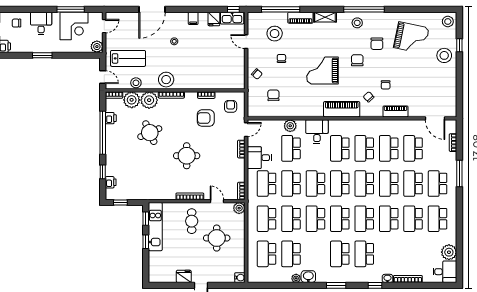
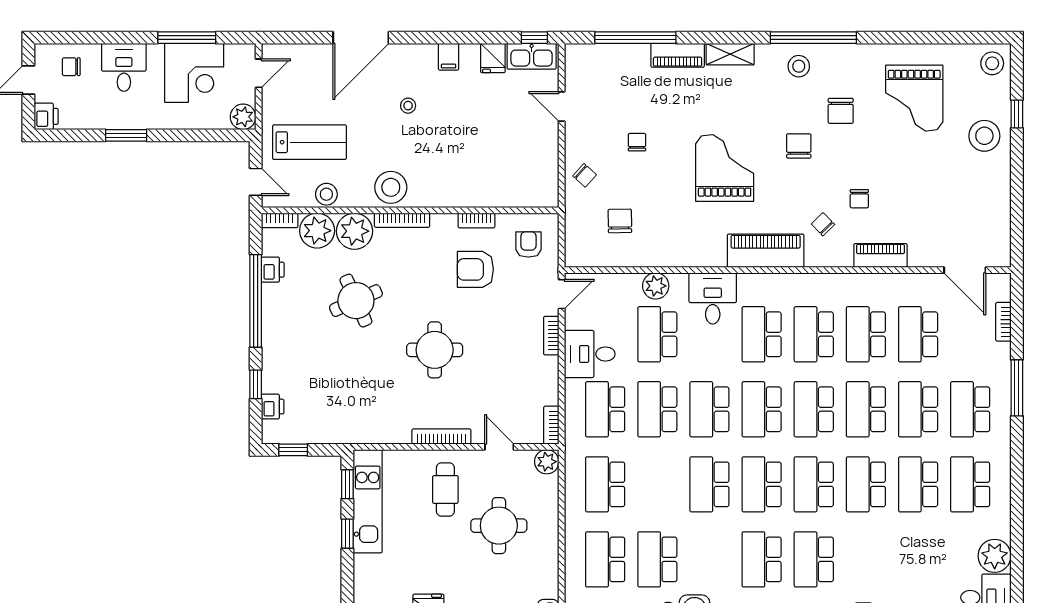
stool: (275, 34) -> (622, 89), removed
grand piano: (411, 38) -> (914, 98), turned 78
grand piano: (322, 71) -> (725, 168), turned 90
school desk: (291, 219) -> (657, 484), removed

